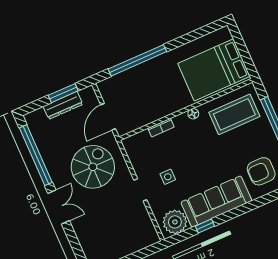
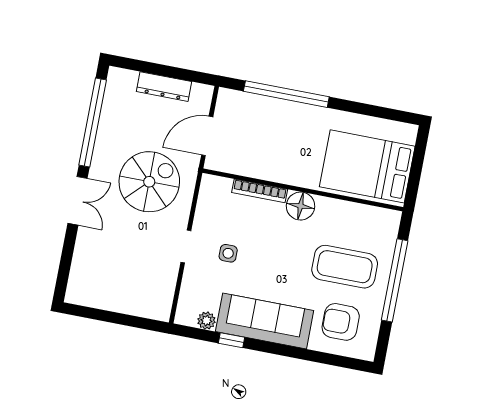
window: (63, 93) -> (174, 72), removed
floor lamp: (193, 114) -> (301, 206), width x1.89, depth x1.89
coffee table: (234, 114) -> (345, 267), moved
bookcase: (161, 128) -> (260, 191), width x1.56
plant: (175, 222) -> (206, 321), width x0.53, depth x0.53

